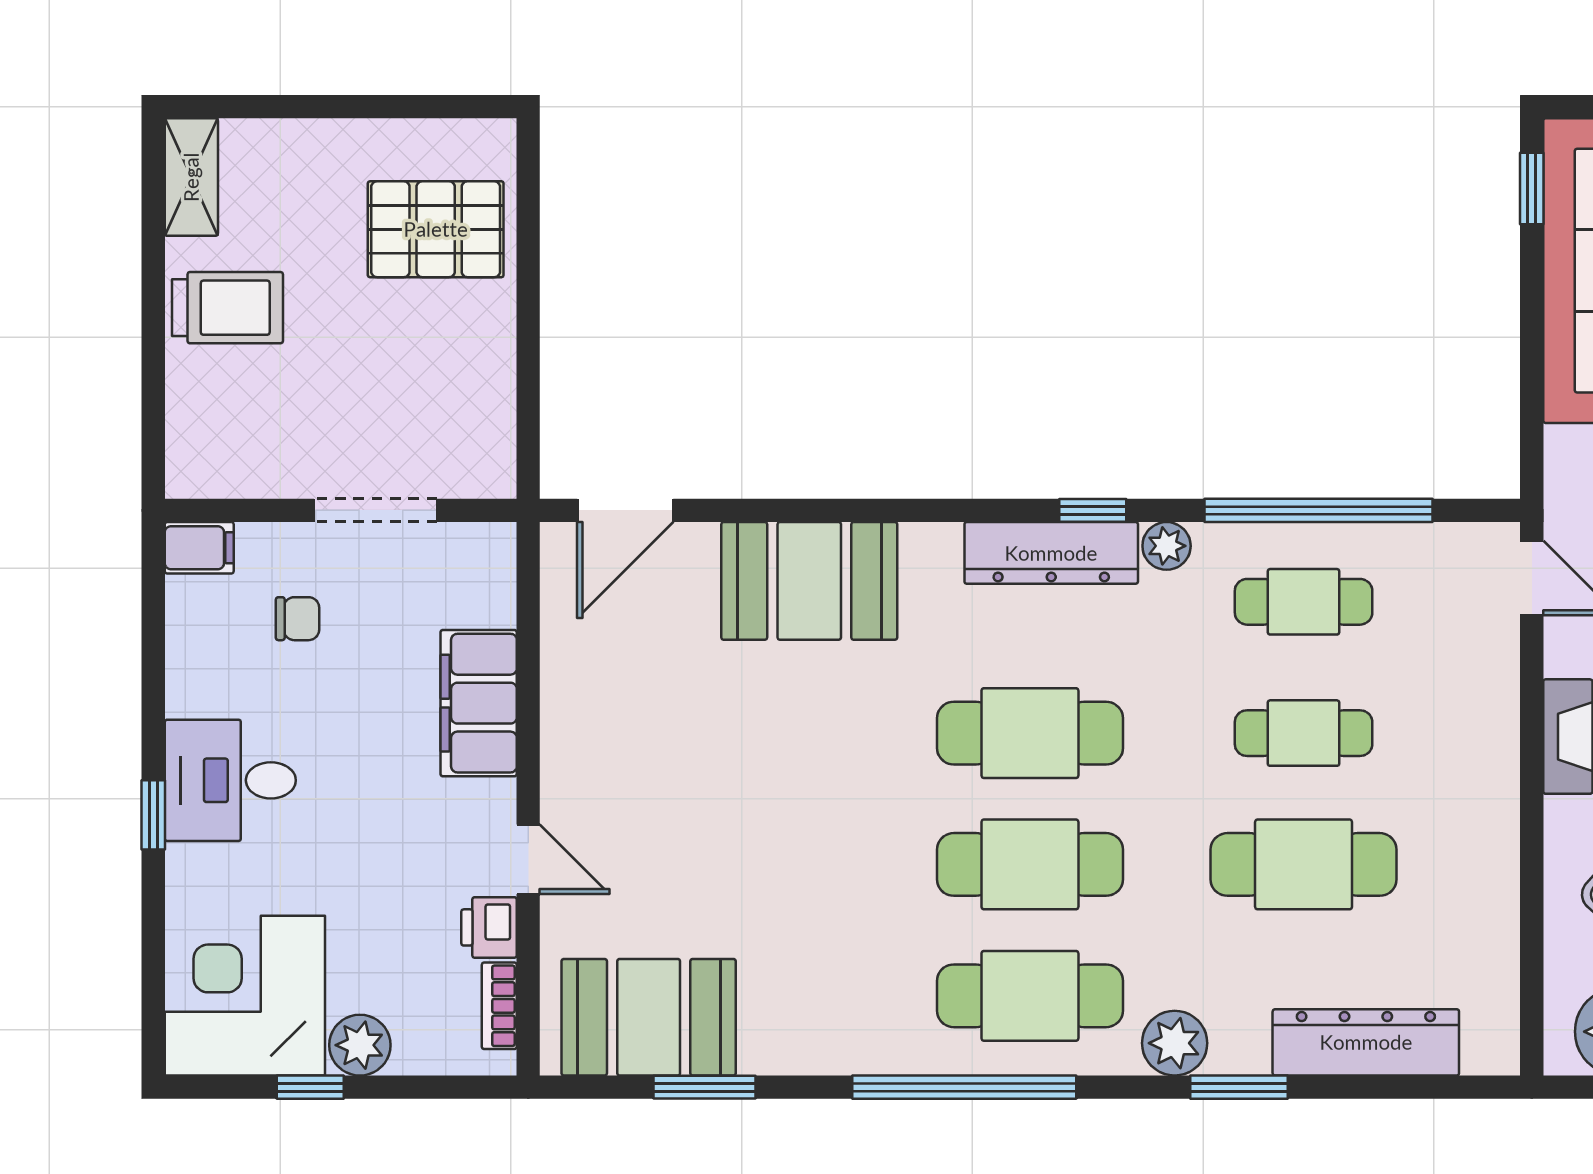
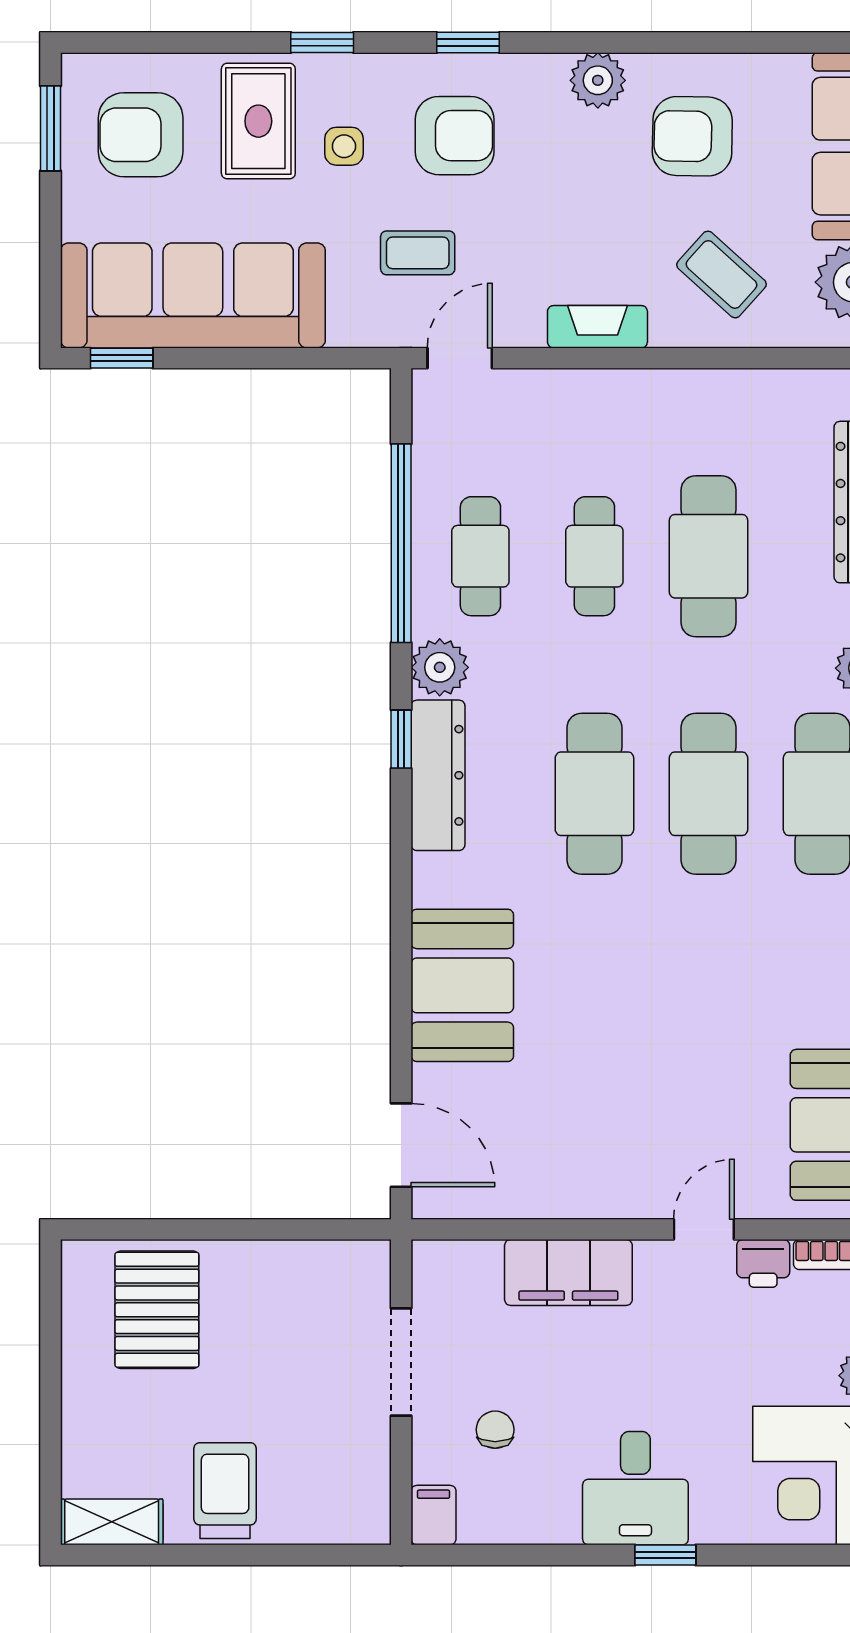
plant: (1167, 546) -> (440, 667), width x1.38, depth x1.38

